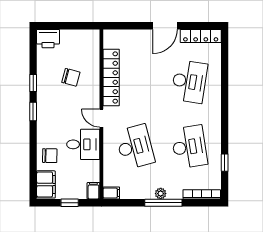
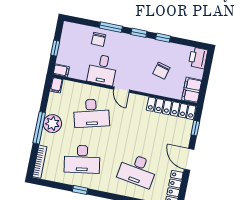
window: (128, 26) -> (195, 128), added
locker: (111, 77) -> (171, 108), moved
door: (101, 118) -> (121, 90), swing flipped
window: (33, 144) -> (111, 27), added
window: (225, 163) -> (80, 190), moved
filing cabinet: (46, 184) -> (192, 90), moved, turned 90
plant: (161, 194) -> (52, 124), width x1.87, depth x1.87

